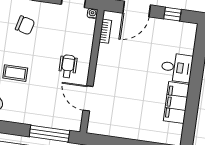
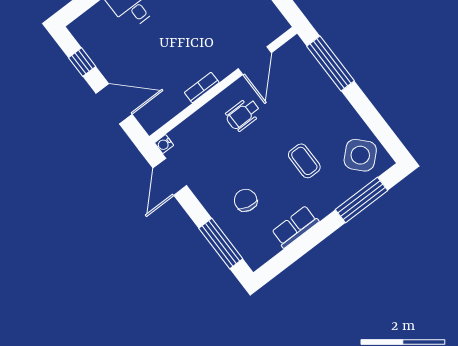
bookcase: (105, 31) -> (202, 87), moved

